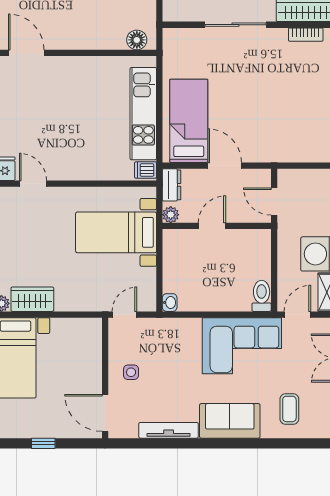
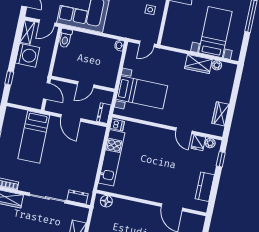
dresser: (186, 37) -> (78, 197), added
bed: (189, 121) -> (34, 137), moved
plant: (171, 215) -> (108, 96), removed

